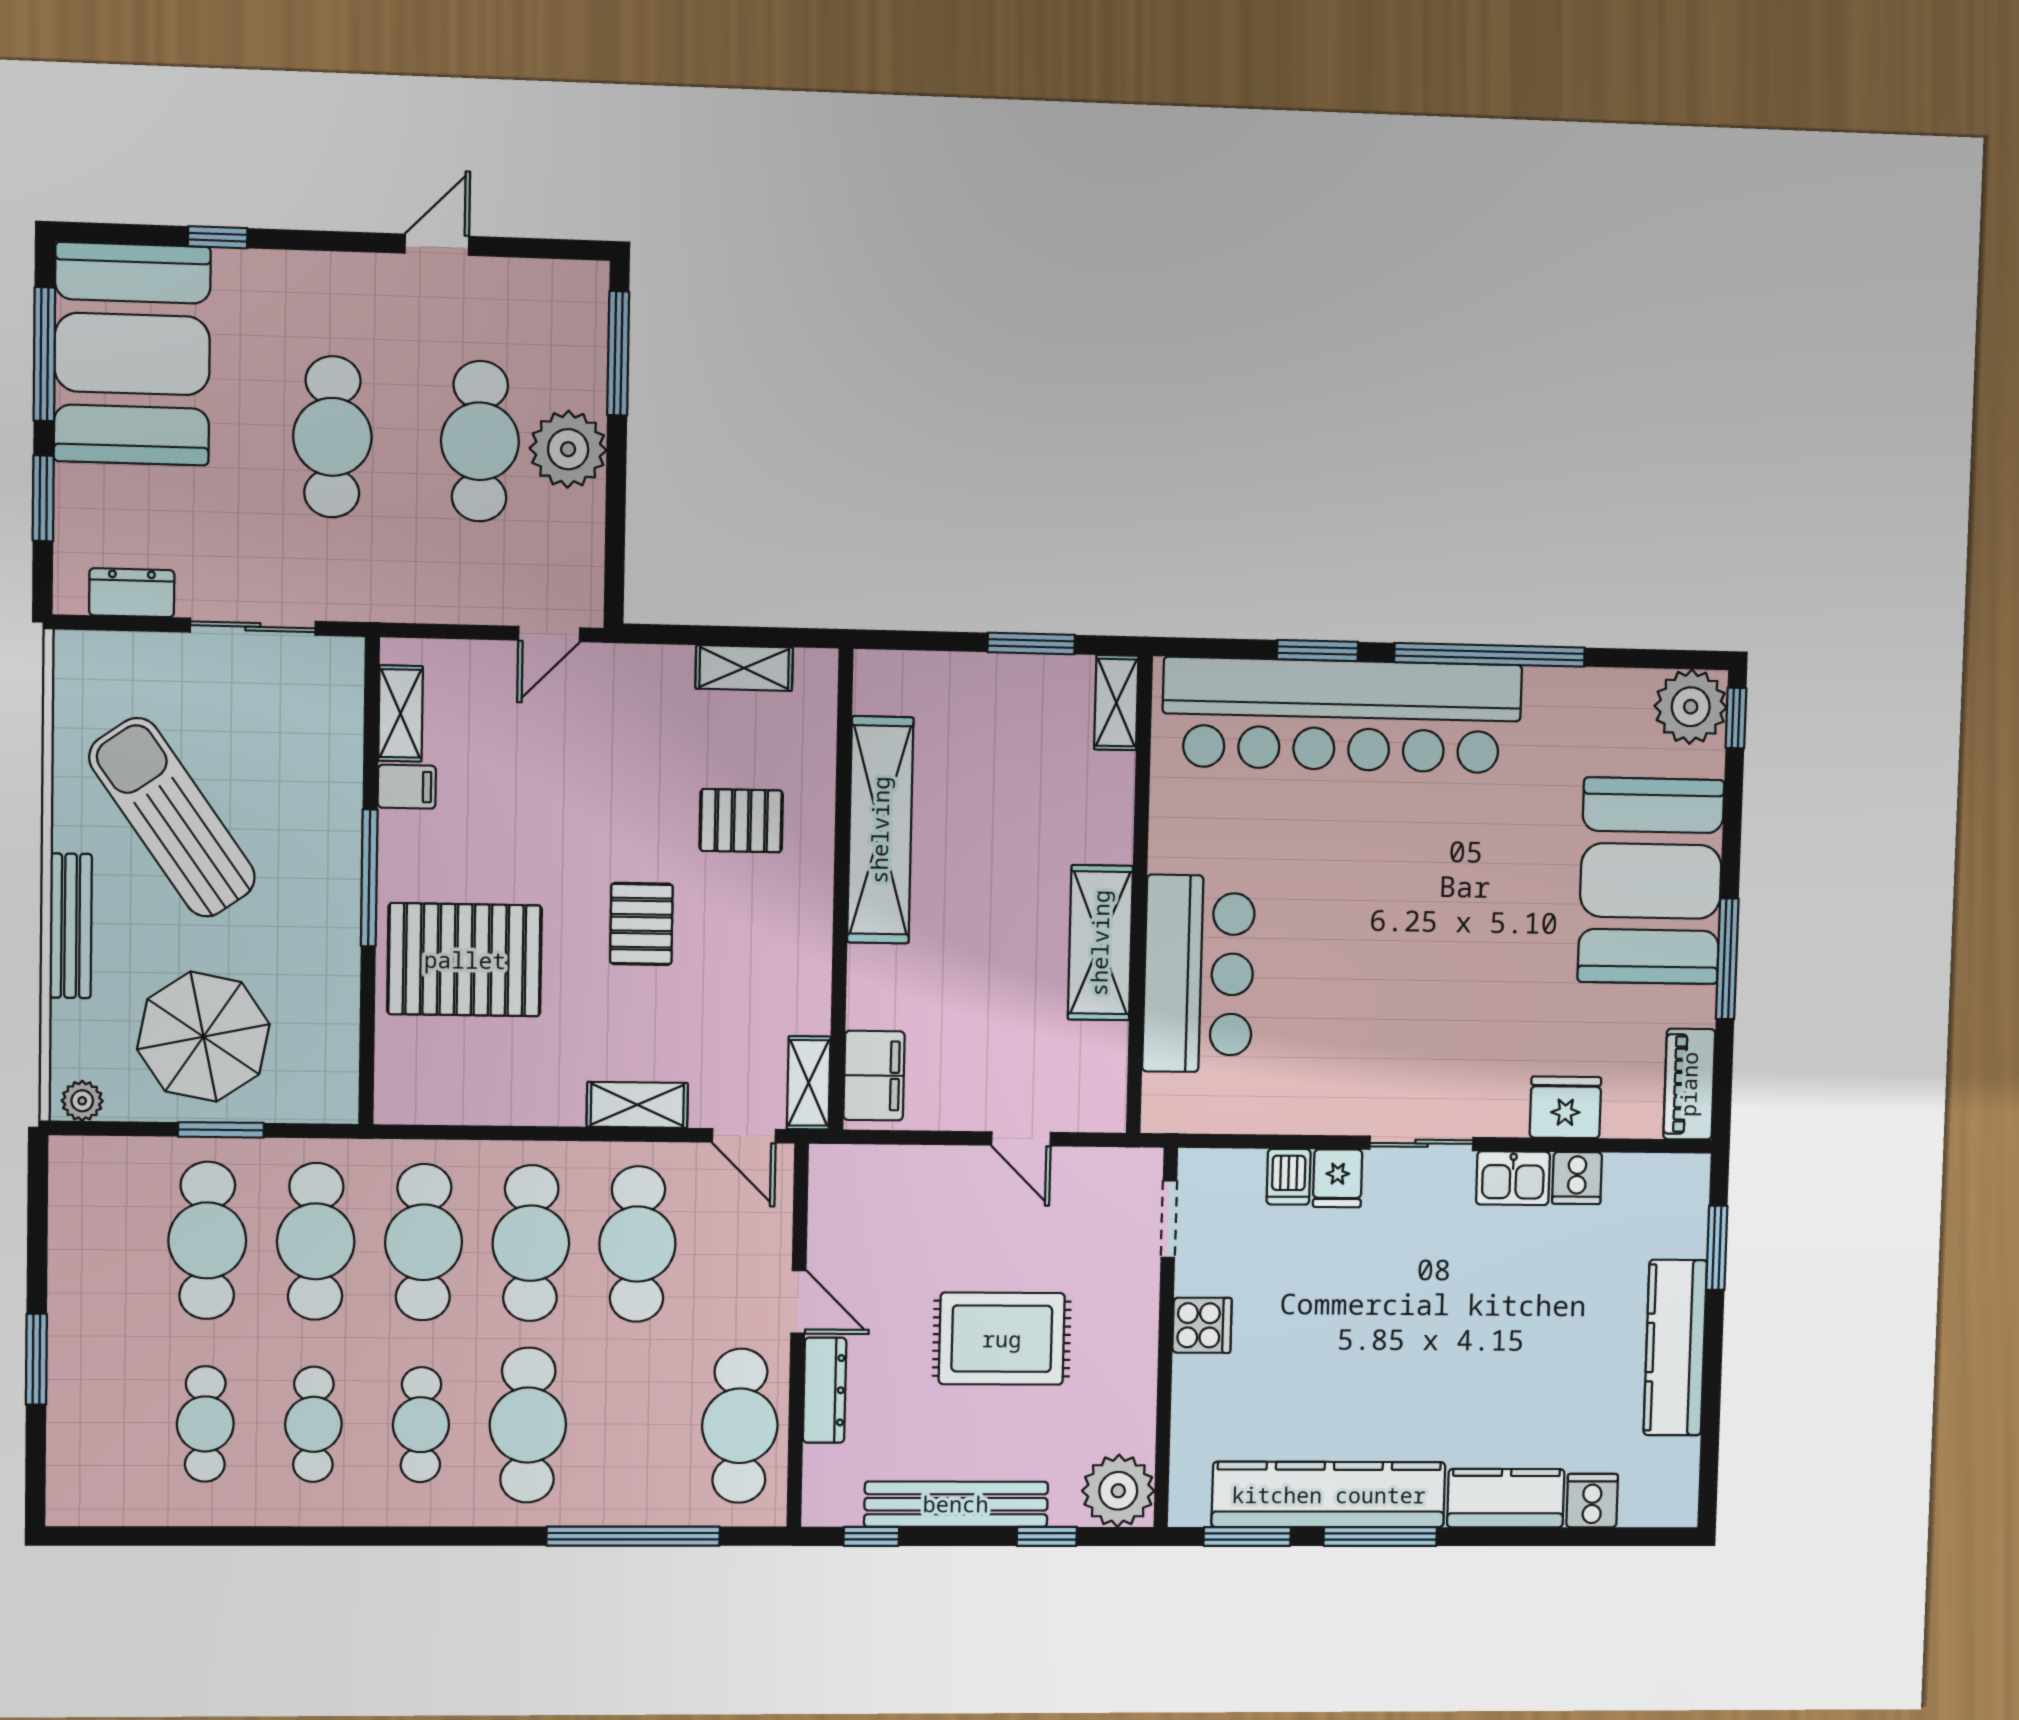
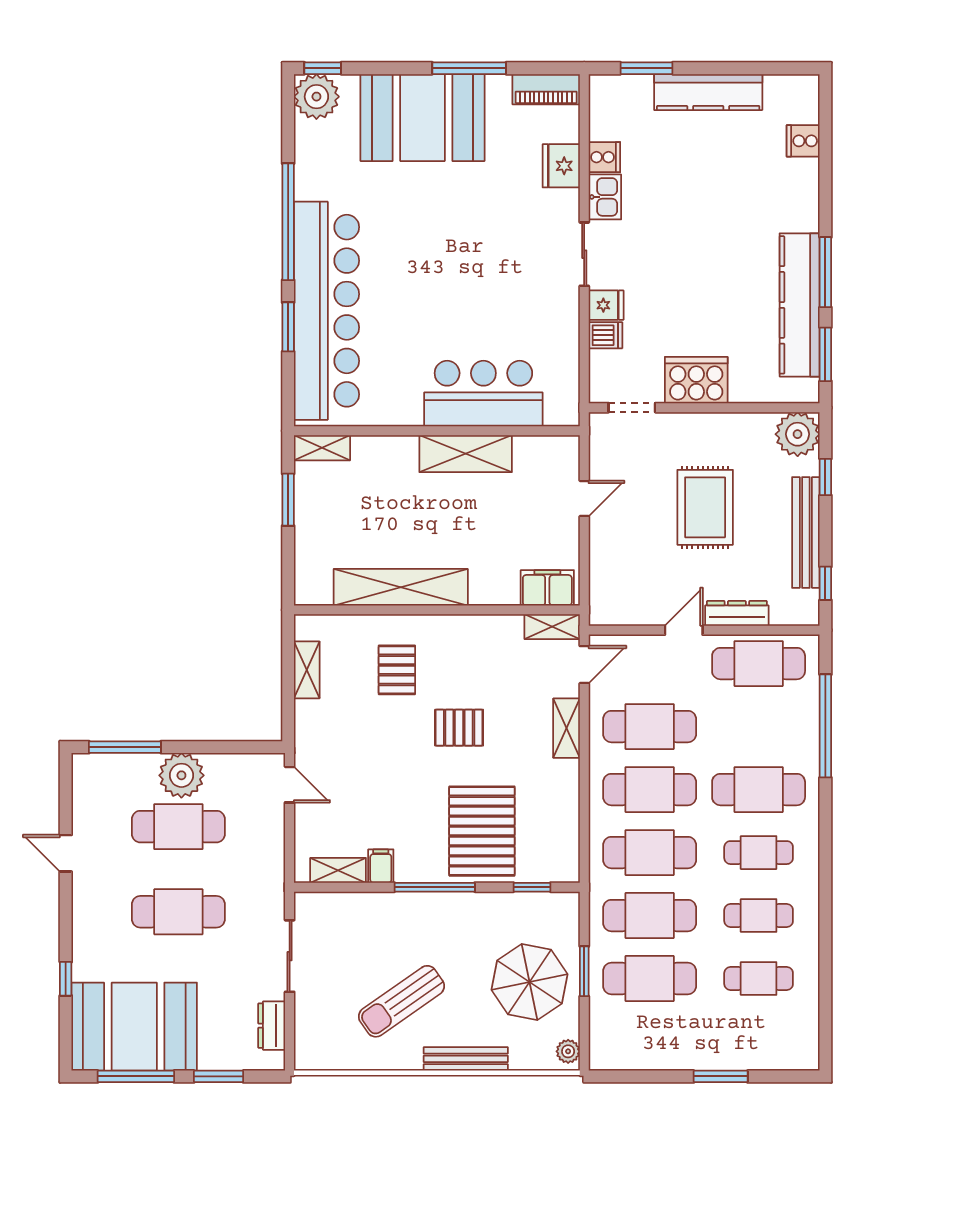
sun lounger: (172, 817) -> (401, 1001), width x0.73, depth x0.75
window: (367, 1043) -> (532, 887), added
cooker: (1202, 1325) -> (696, 380), width x1.87, depth x1.31
kitchen counter: (1506, 1498) -> (802, 195), removed

